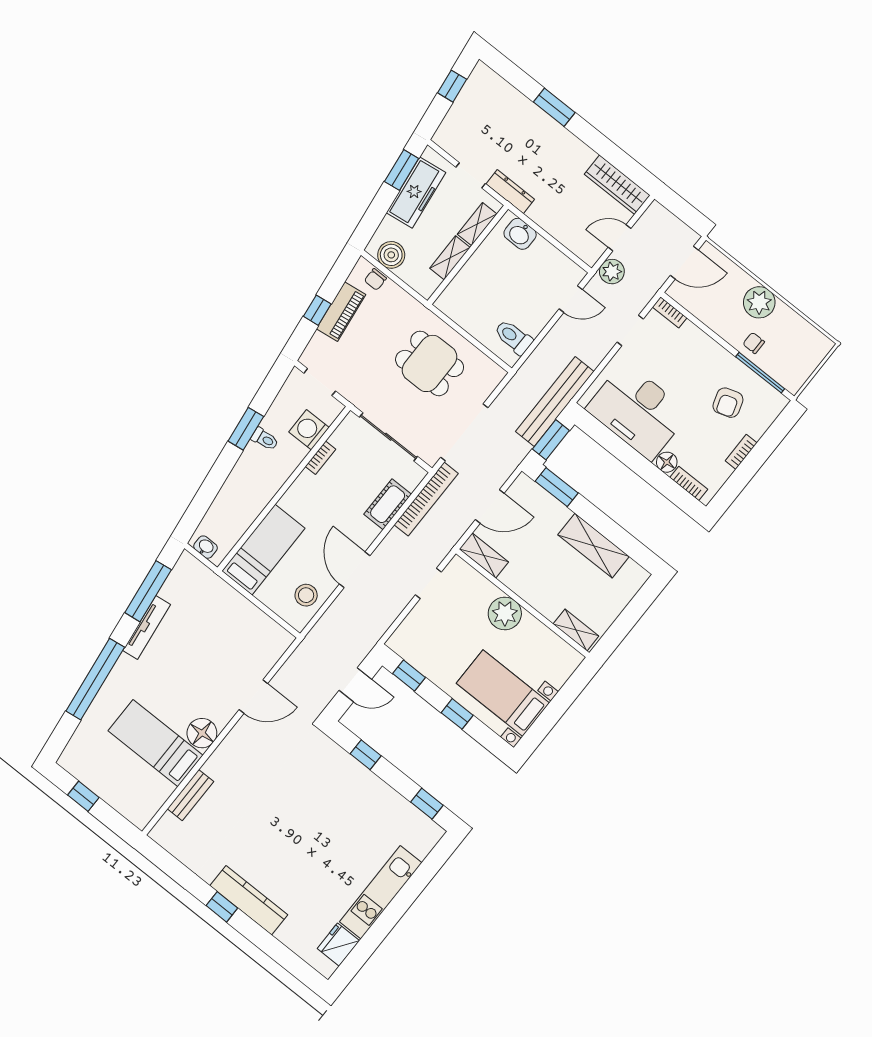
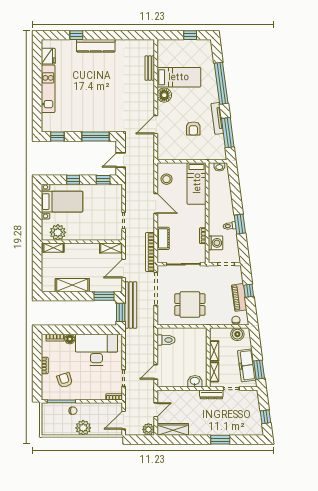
plant: (612, 272) -> (148, 429), moved
bench: (555, 402) -> (131, 305), moved
plant: (505, 613) -> (58, 232), moved
armchair: (198, 642) -> (193, 128), added
window: (366, 755) -> (95, 136), width x2.17
window: (222, 907) -> (76, 35), moved

